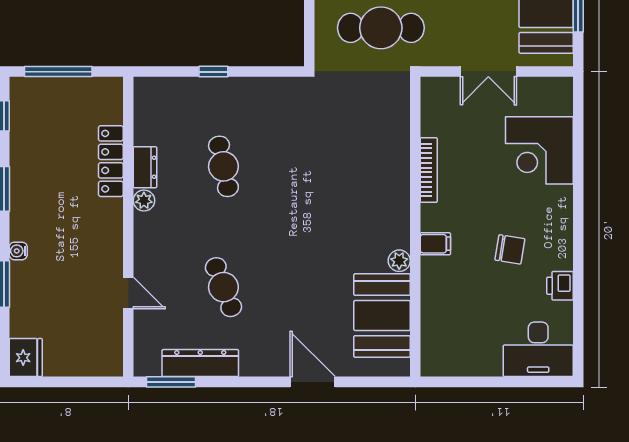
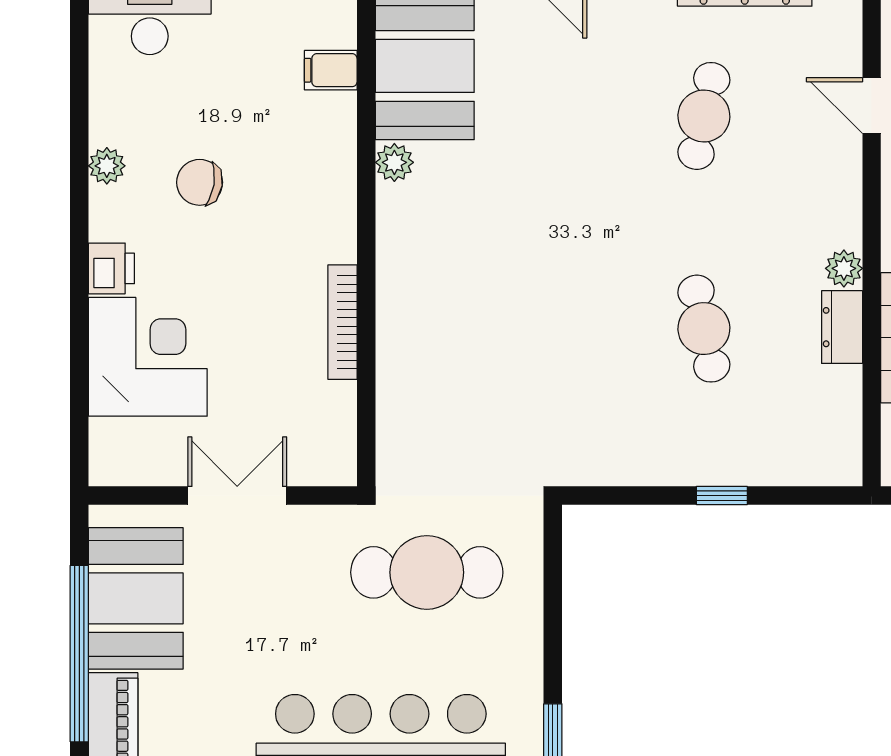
filing cabinet: (435, 244) -> (331, 70), moved
plant: (563, 259) -> (107, 166), added
printer: (560, 286) -> (111, 268), moved
cafe table: (223, 287) -> (704, 116), turned 33

